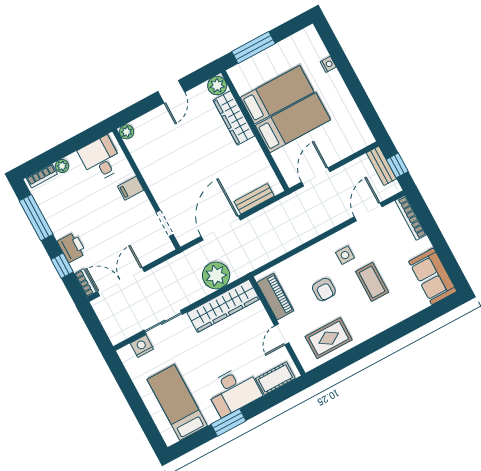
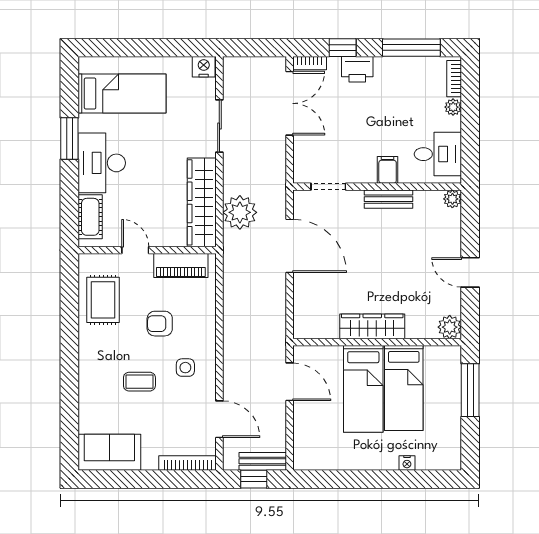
wardrobe: (234, 118) -> (372, 326), moved
bench: (254, 199) -> (389, 199), moved, turned 90
coffee table: (372, 282) -> (139, 382), width x0.73, depth x0.77
nightstand: (142, 346) -> (204, 67), moved, turned -90

